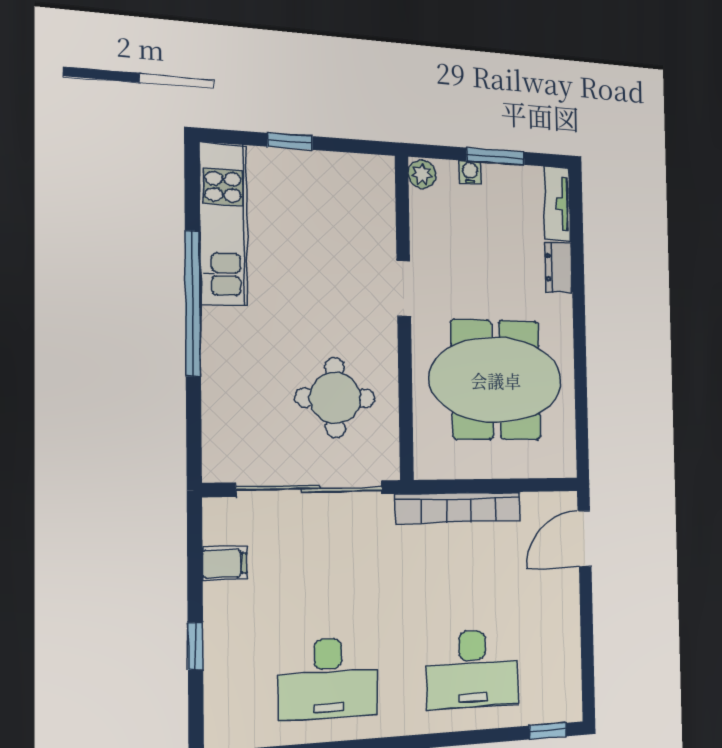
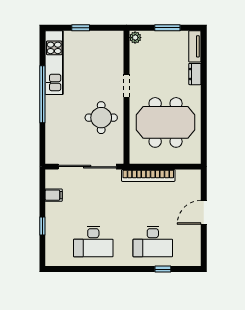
water cooler: (470, 172) -> (156, 35), removed
round table: (335, 398) -> (101, 118), moved
door: (584, 539) -> (204, 212), moved
window: (548, 731) -> (163, 269), moved

